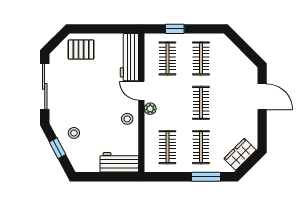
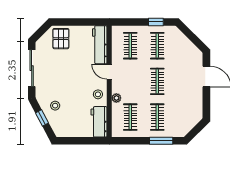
window: (175, 29) -> (156, 22), moved
pallet: (81, 50) -> (61, 39), turned 90
plant: (150, 109) -> (116, 98), moved
wardrobe: (240, 154) -> (189, 123), removed
workbench: (119, 162) -> (99, 122), moved, turned -90

